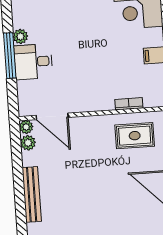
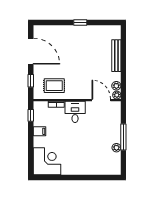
desk: (33, 62) -> (75, 112), moved, turned -90

